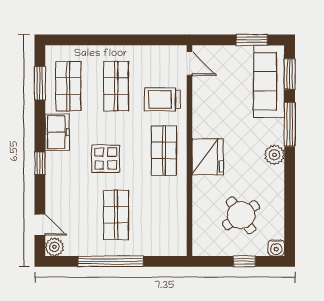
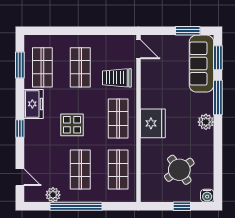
shop shelf: (164, 215) -> (118, 170), added
plant: (54, 247) -> (53, 195), moved

